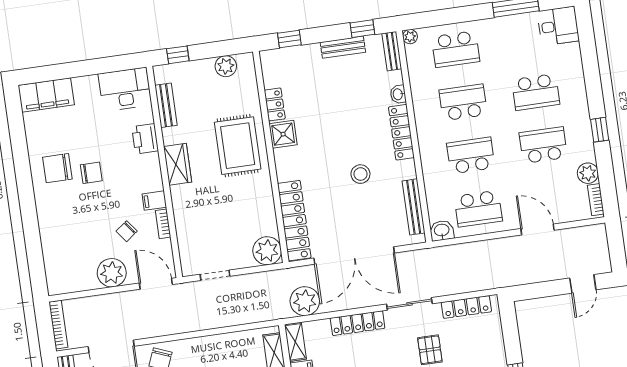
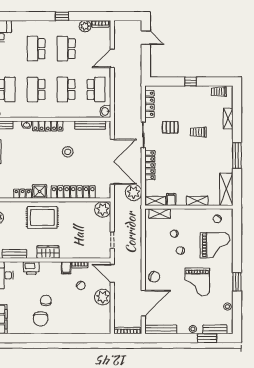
school desk: (536, 92) -> (36, 49), turned 180
locker: (294, 221) -> (73, 192), moved
door: (156, 284) -> (112, 273), hinge flipped

